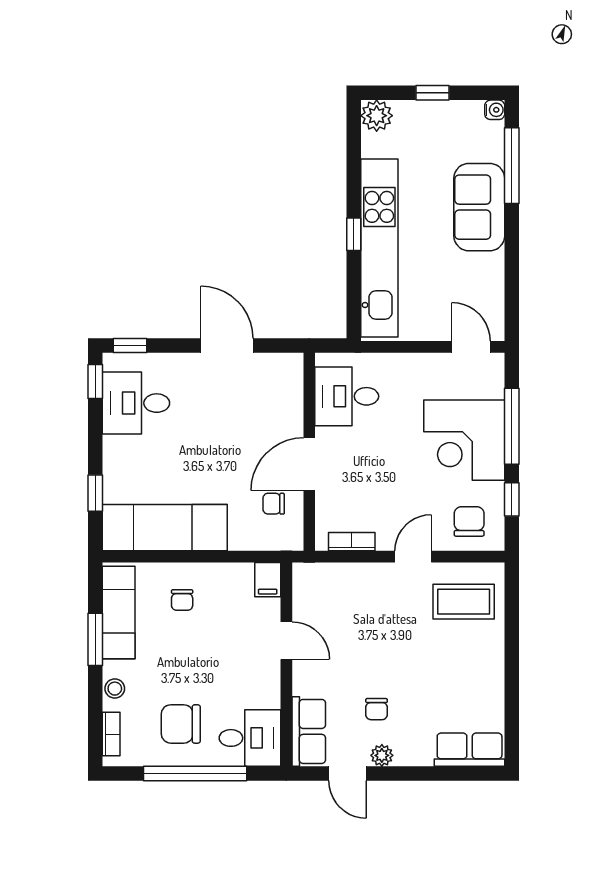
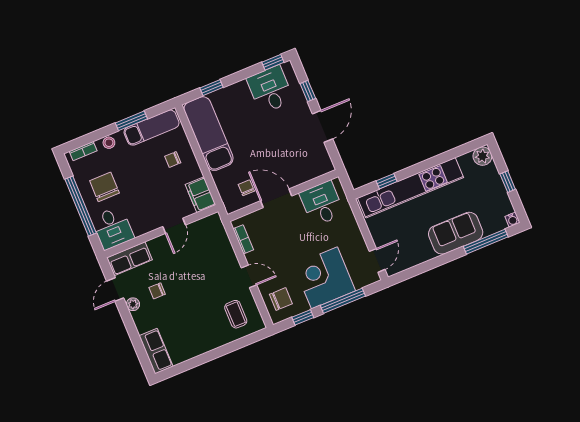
window: (354, 234) -> (387, 181), moved
window: (130, 346) -> (308, 91), moved
filing cabinet: (268, 580) -> (200, 195), width x2.00
coffee table: (464, 602) -> (236, 314), width x0.73, depth x0.77

